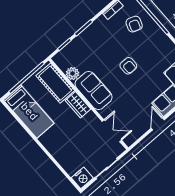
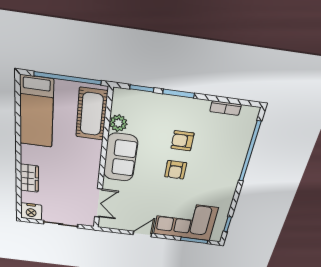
armchair: (134, 24) -> (182, 141), moved, turned 70
wardrobe: (78, 105) -> (29, 178), moved, turned 180

